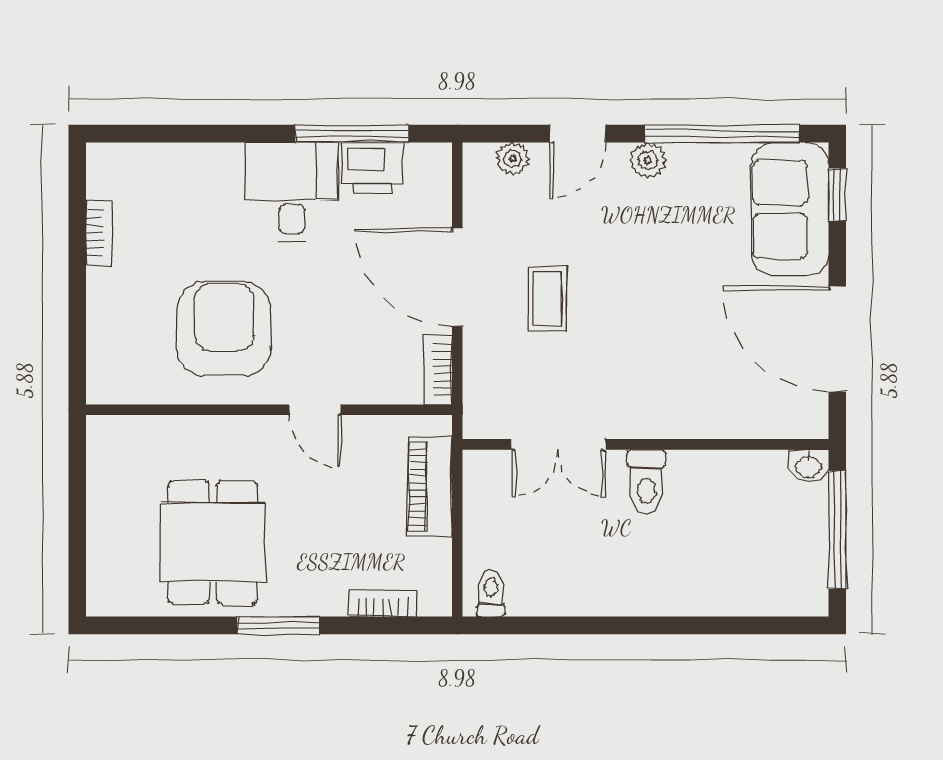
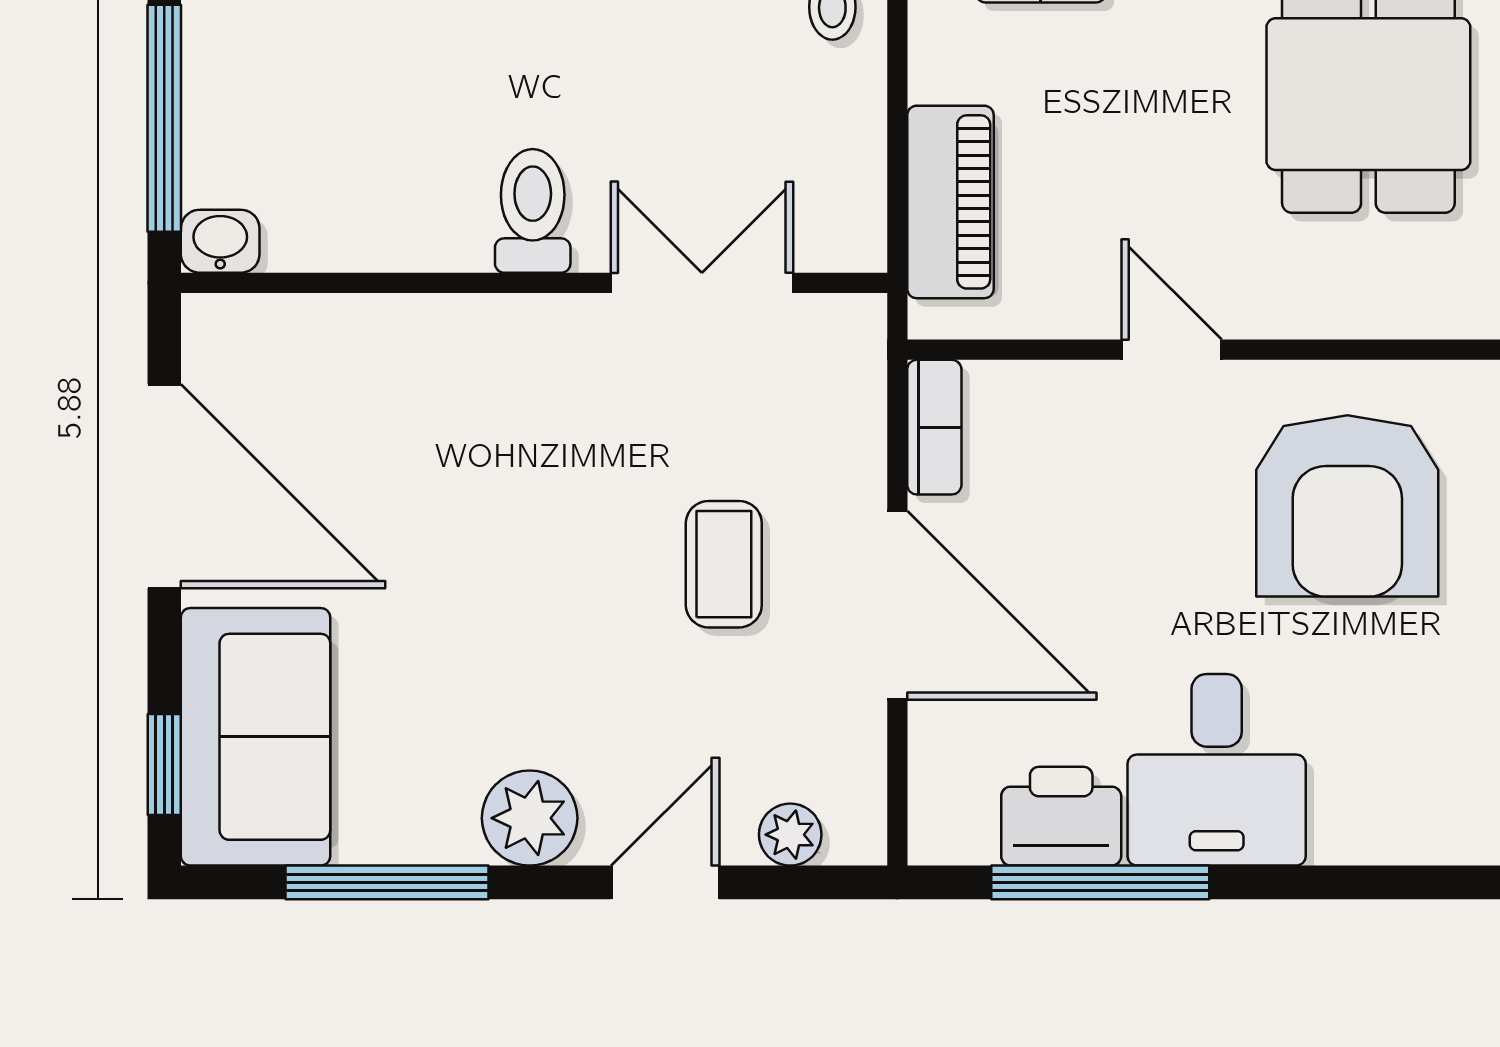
window: (722, 134) -> (387, 882), width x0.68
plant: (648, 160) -> (530, 818), width x1.38, depth x1.38

